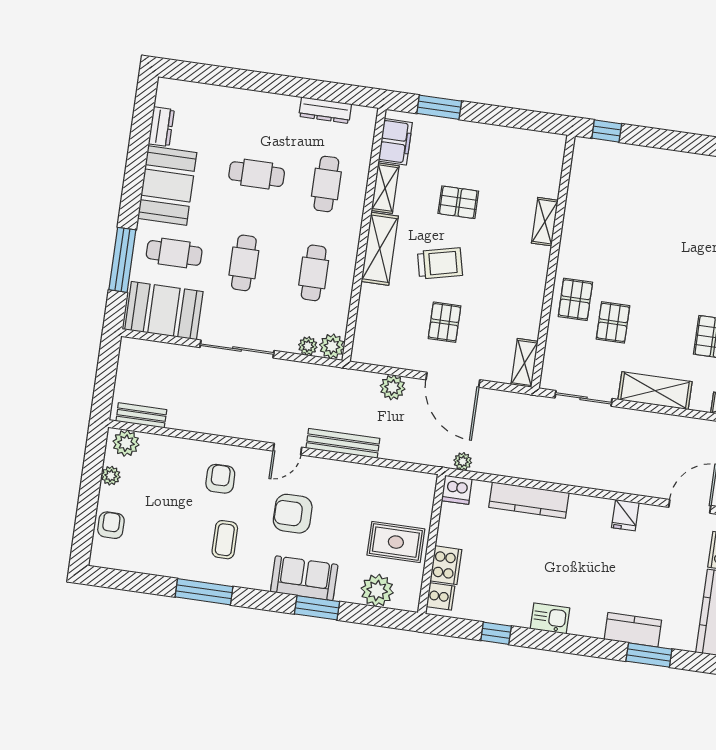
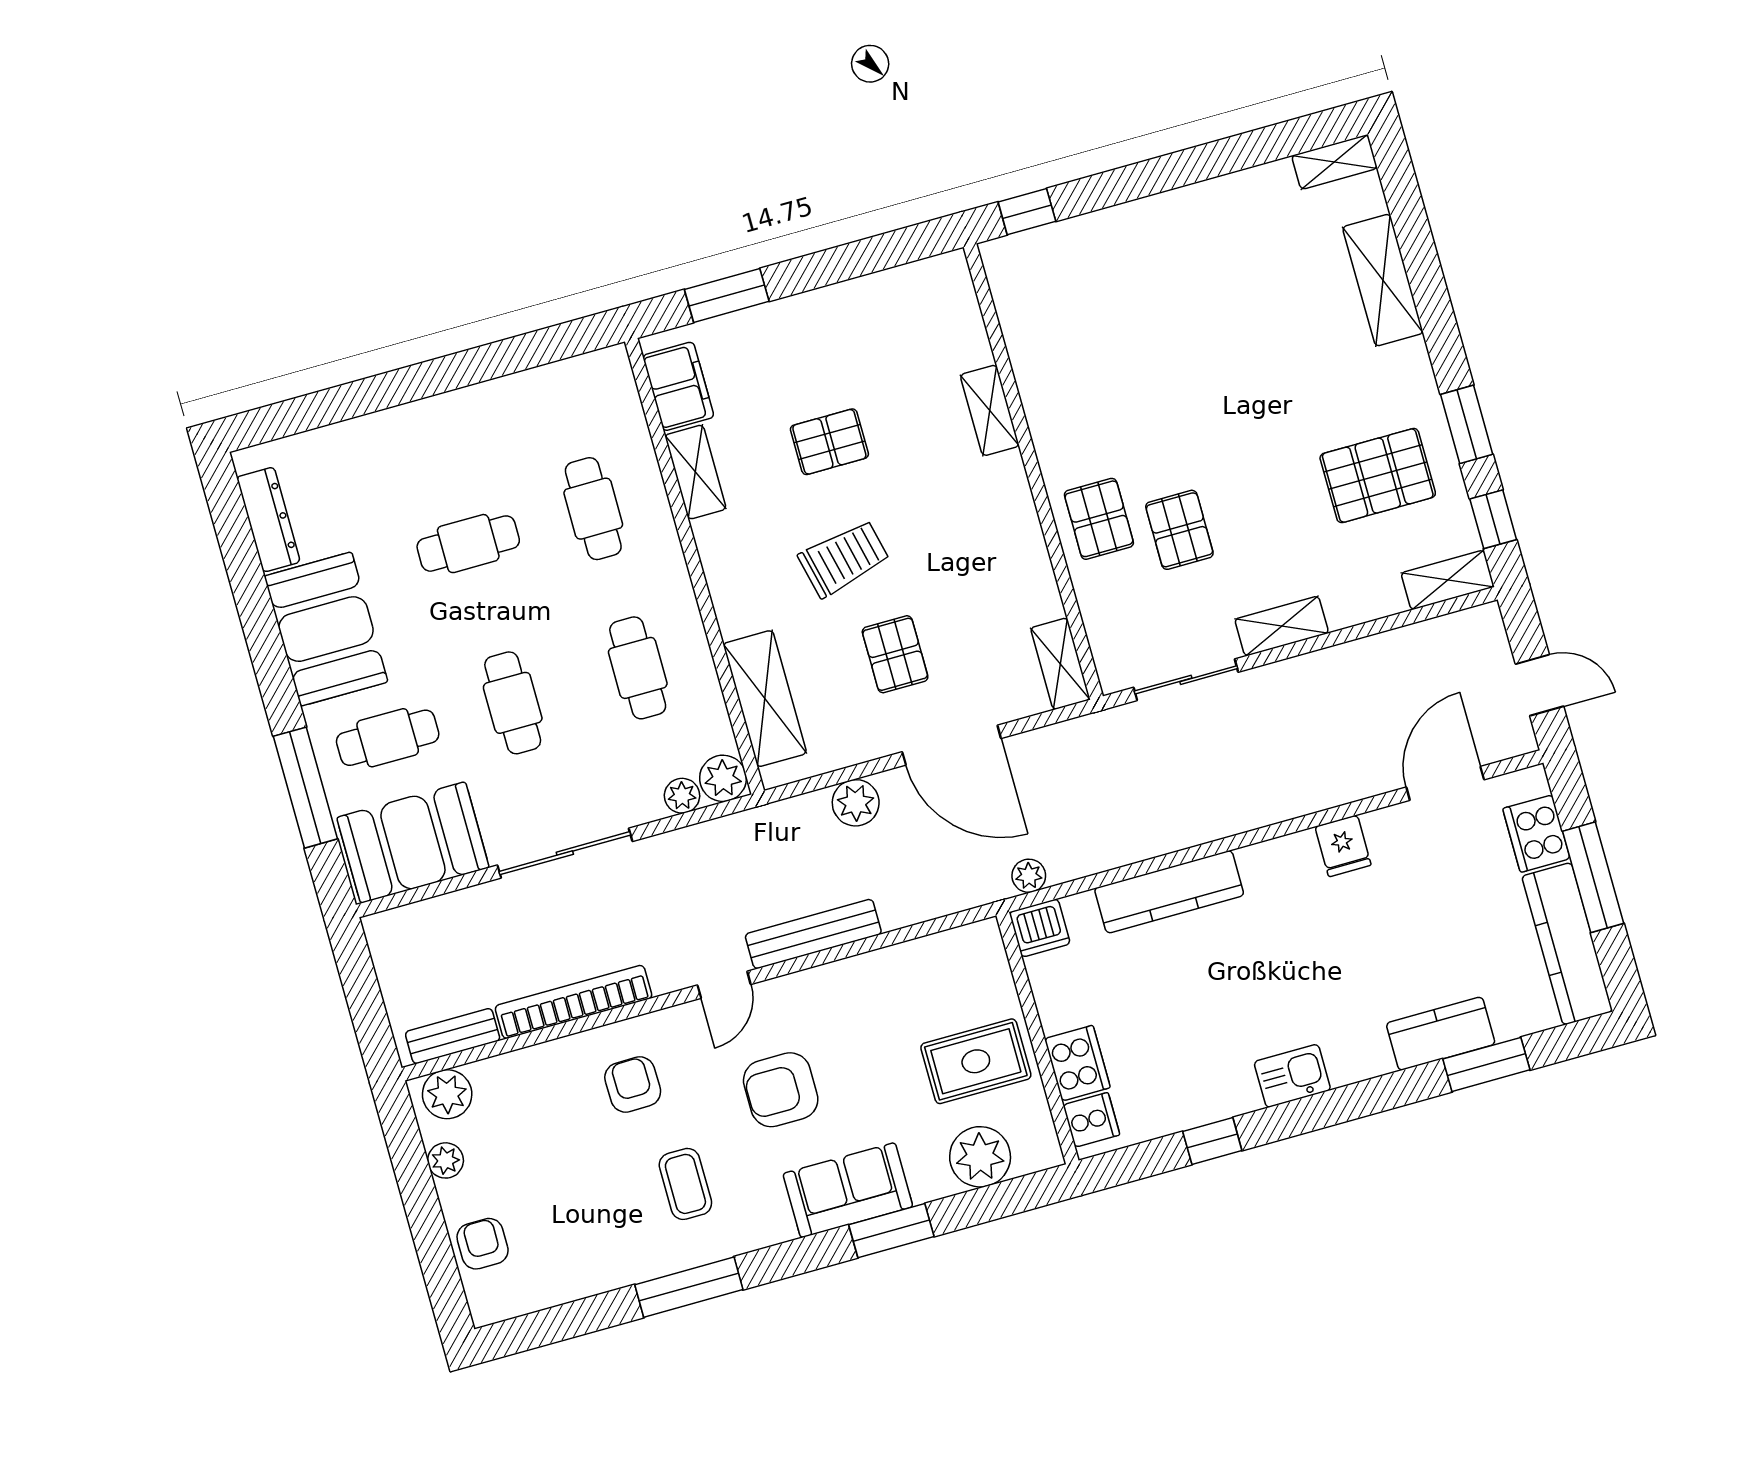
dresser: (325, 110) -> (537, 385), removed
dresser: (161, 127) -> (268, 520), width x1.44
shelving: (380, 249) -> (765, 699), moved
shelving: (655, 391) -> (1282, 626), width x0.67, depth x0.75
bookcase: (209, 425) -> (574, 1002), added

